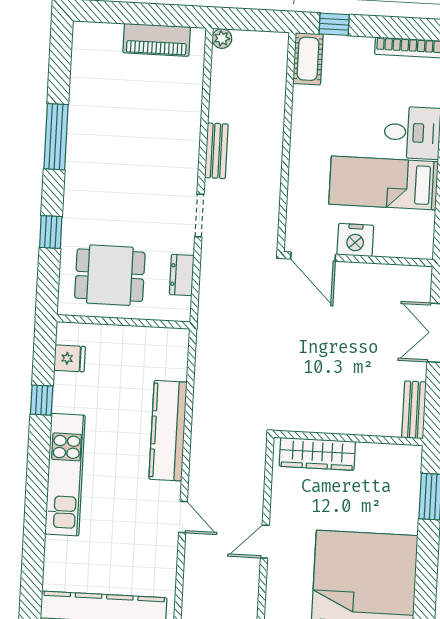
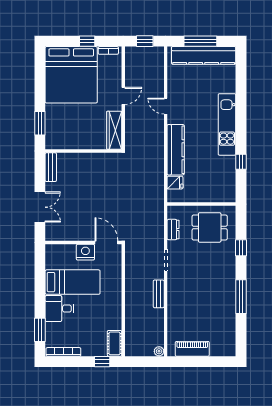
fridge: (70, 358) -> (175, 183), moved, turned 180
wardrobe: (317, 454) -> (114, 130), moved, turned -90

